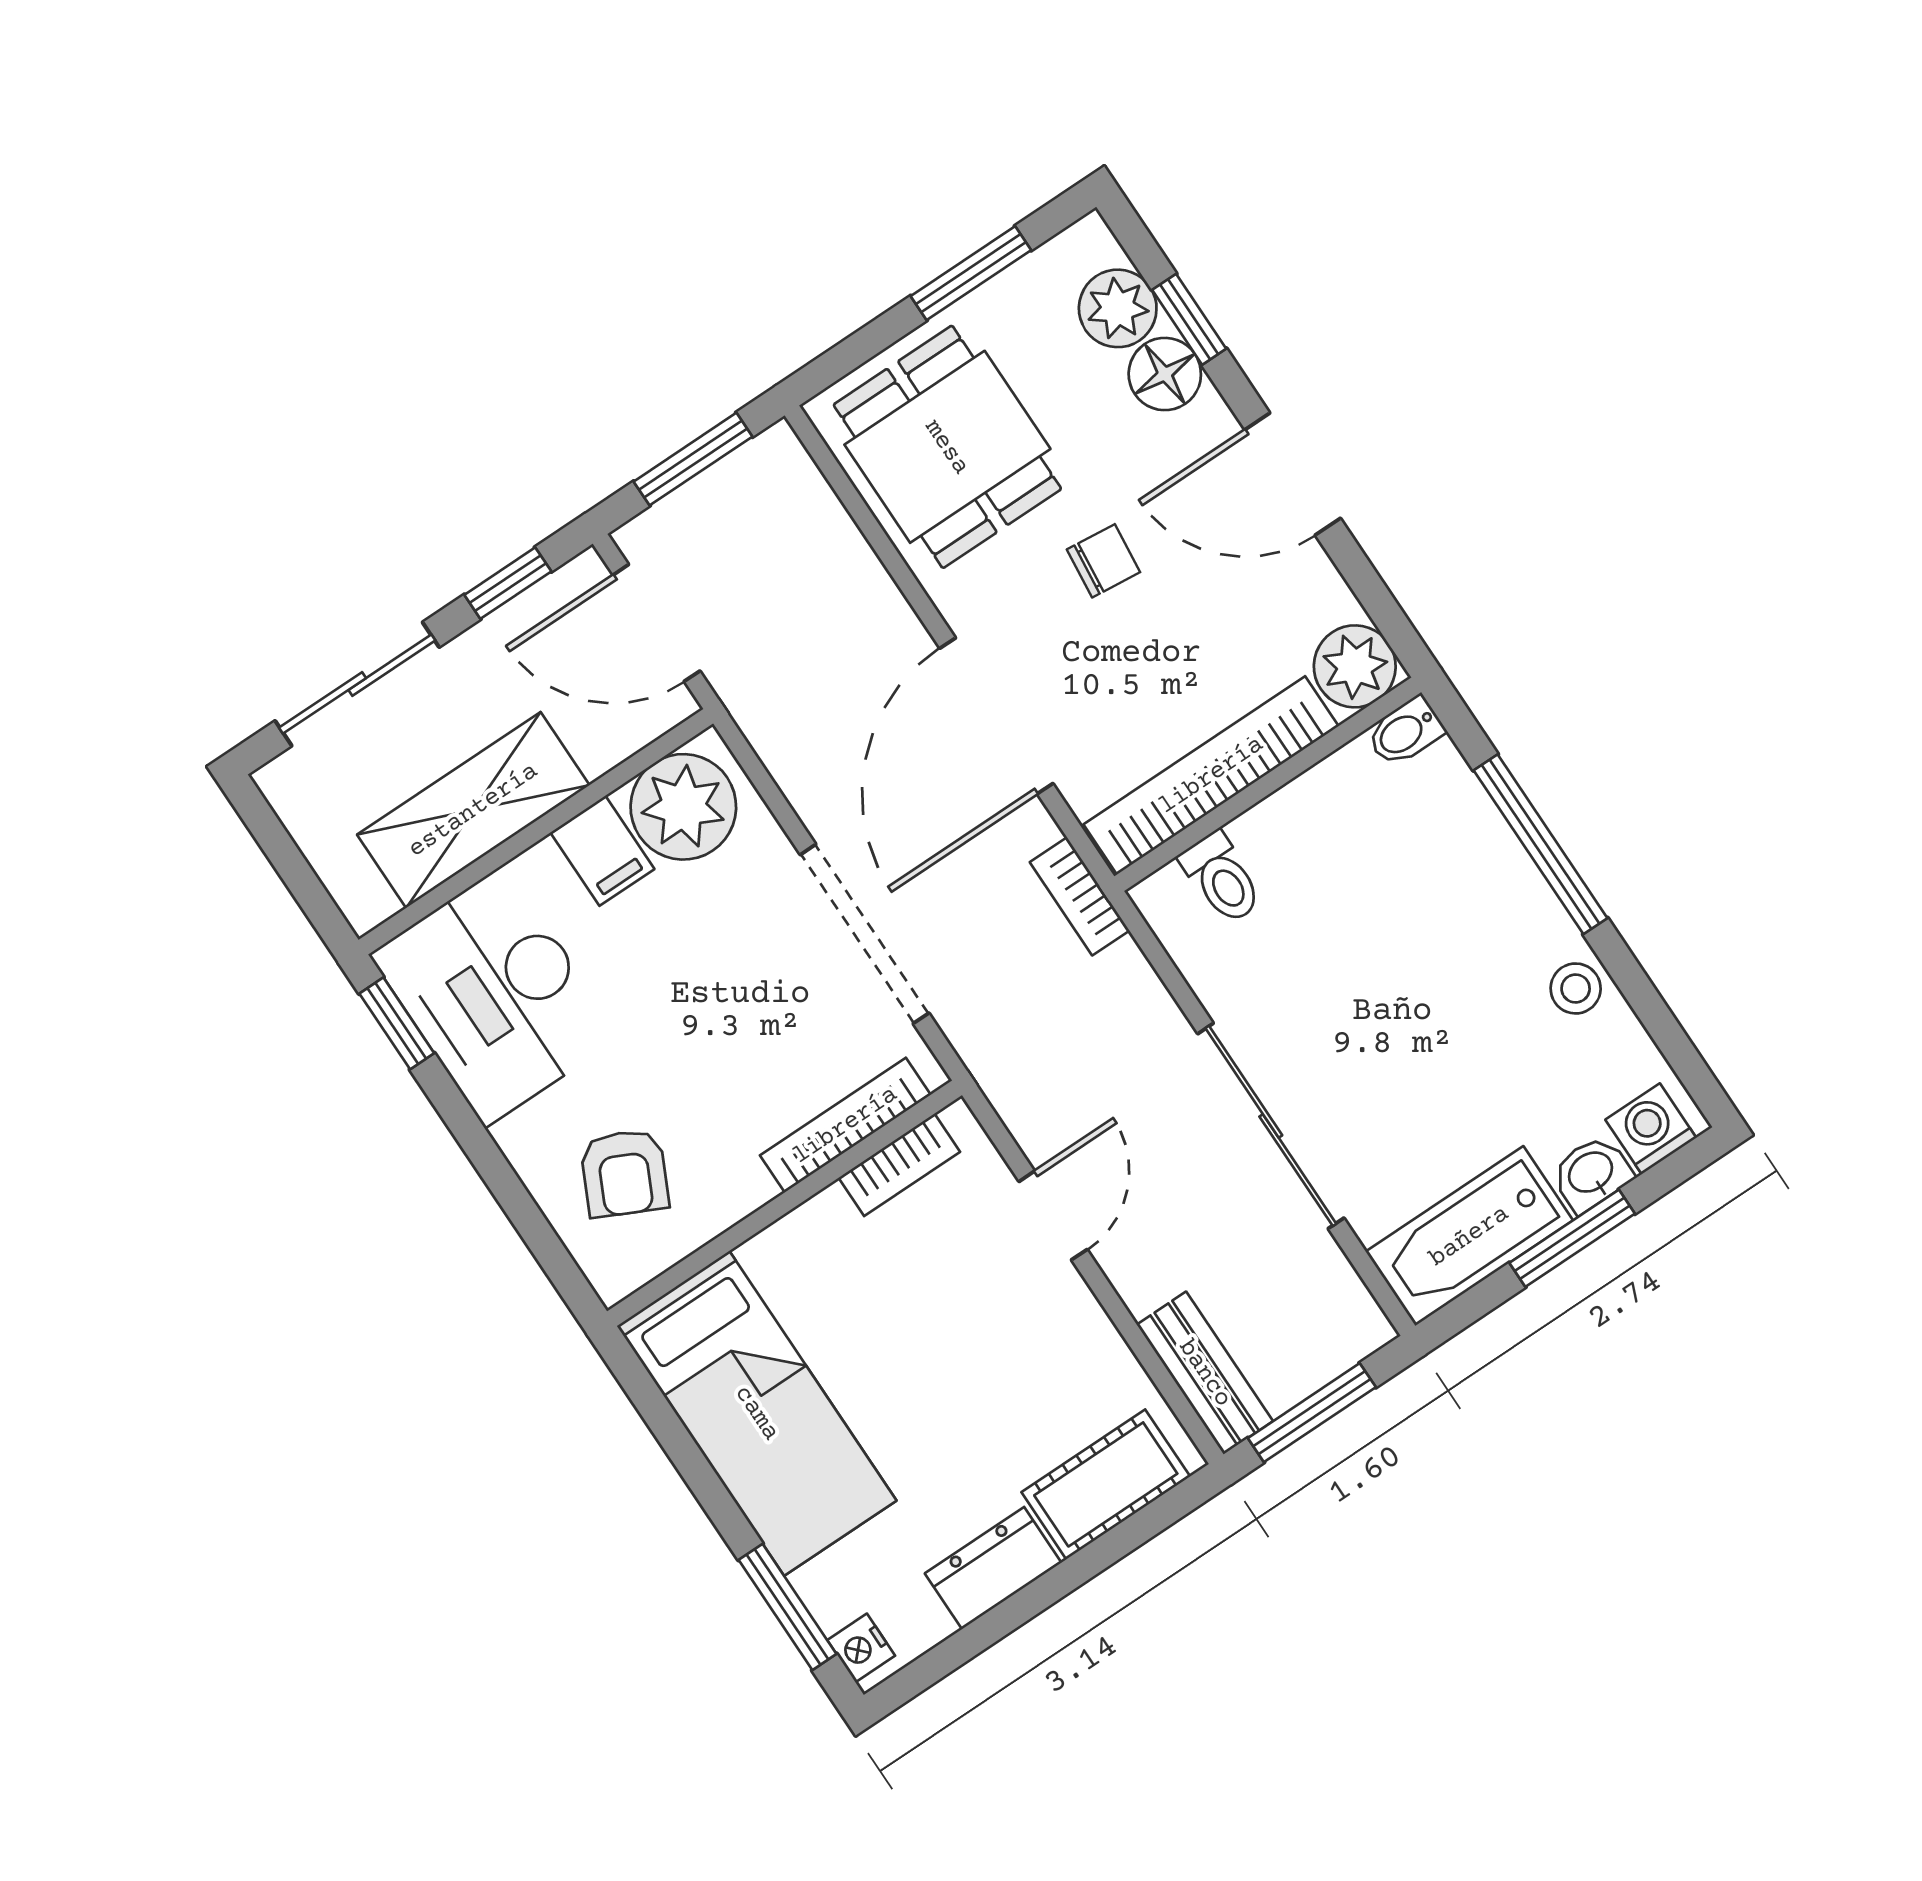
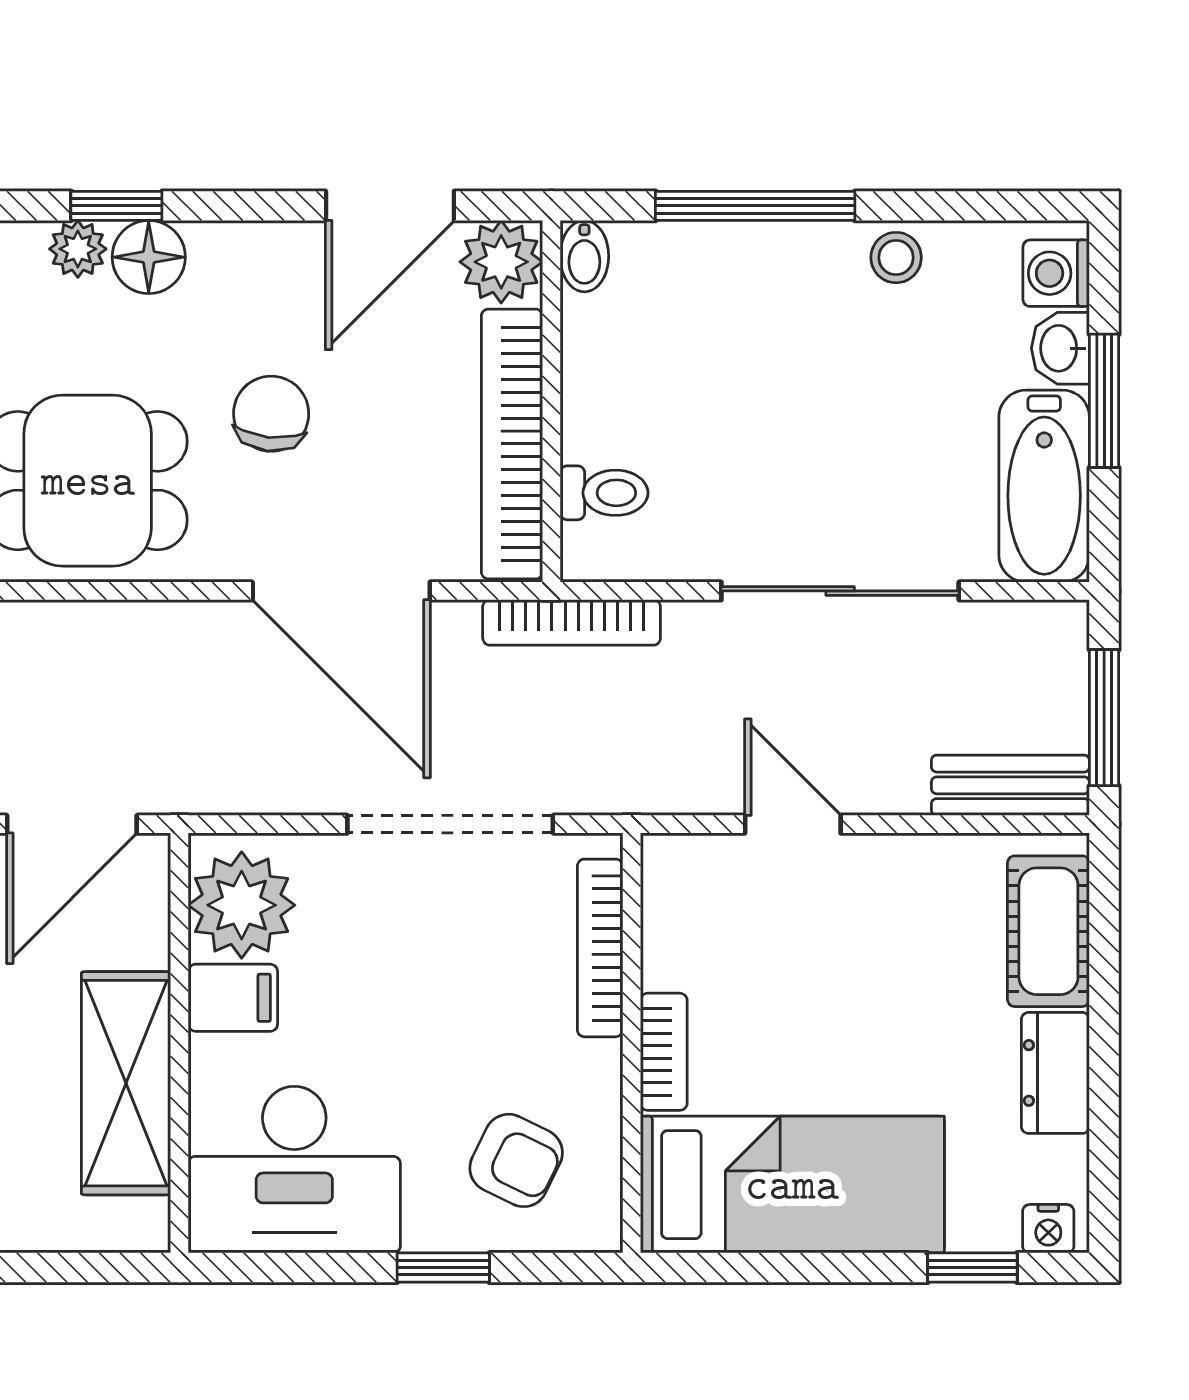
plant: (1118, 308) -> (78, 249), width x0.73, depth x0.73
door: (1293, 474) -> (390, 206), moved
chair: (1103, 561) -> (271, 414), width x1.37, depth x1.37
bookcase: (1080, 896) -> (572, 622), width x1.56
window: (397, 1023) -> (443, 1268), moved
bookcase: (899, 1165) -> (664, 1052), moved
window: (787, 1607) -> (972, 1268), width x0.67

